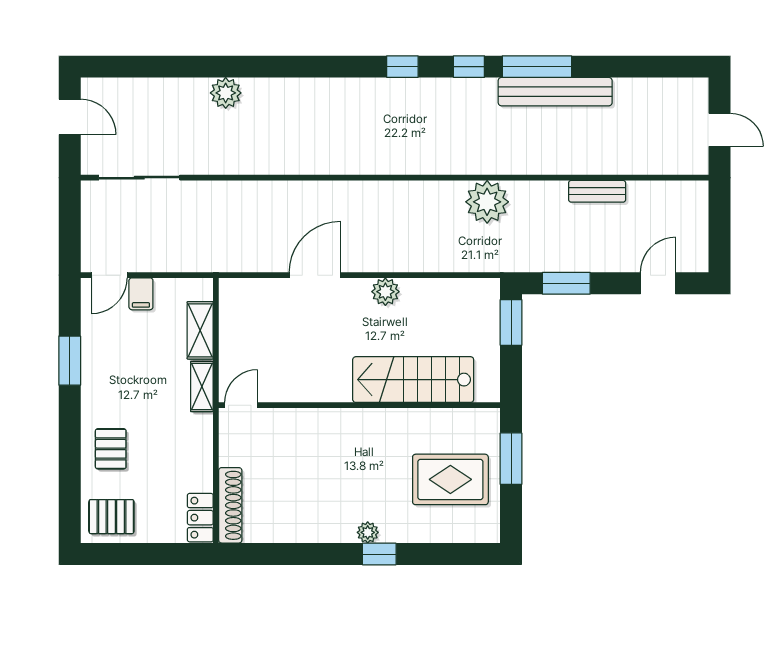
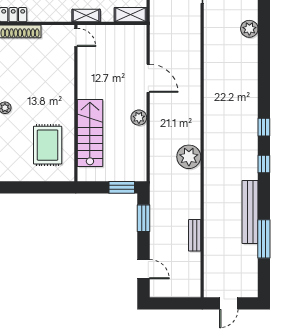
window: (537, 67) -> (264, 239), moved
plant: (487, 202) -> (189, 157), moved
shelving: (200, 330) -> (130, 15), moved
window: (511, 459) -> (46, 187), removed
rug: (450, 479) -> (48, 145), moved

